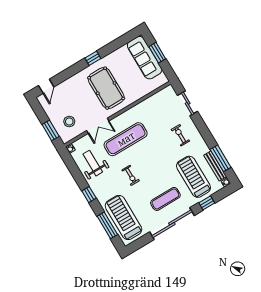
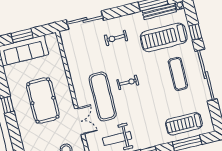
pool table: (106, 88) -> (43, 100), turned 90
sliding door: (188, 103) -> (85, 20), width x1.37
exercise bike: (131, 175) -> (128, 82), moved
treadmill: (123, 218) -> (184, 124), width x0.73, depth x0.73

